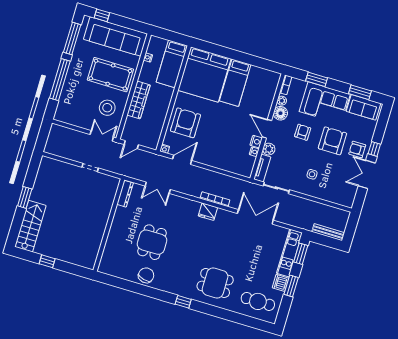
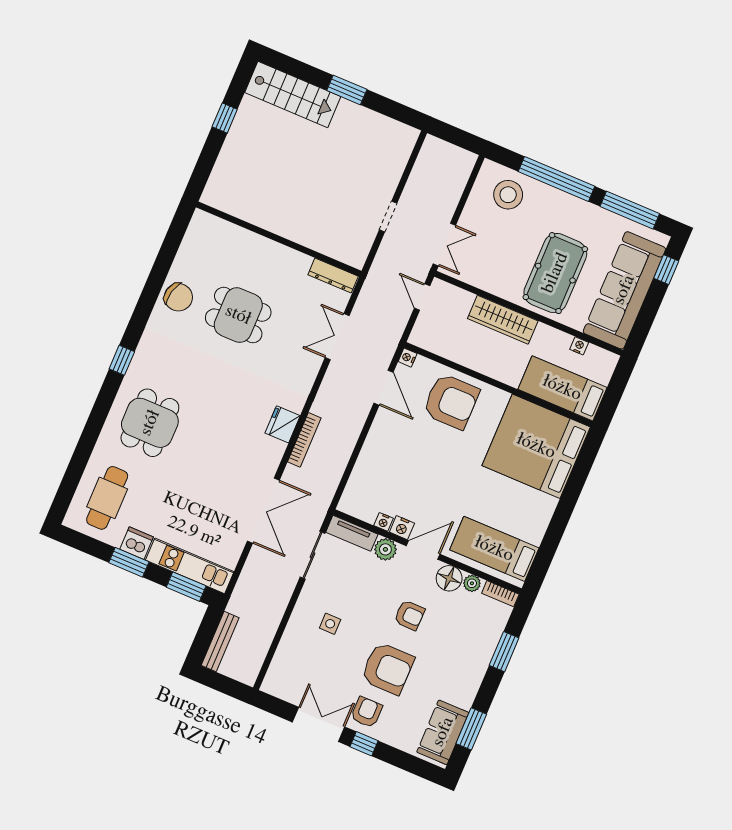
bed: (235, 83) -> (494, 549), moved
corner sofa: (325, 103) -> (459, 662), removed
stool: (107, 108) -> (508, 195), moved

